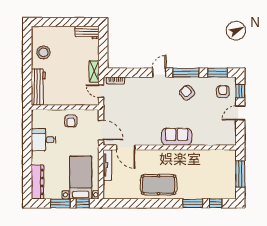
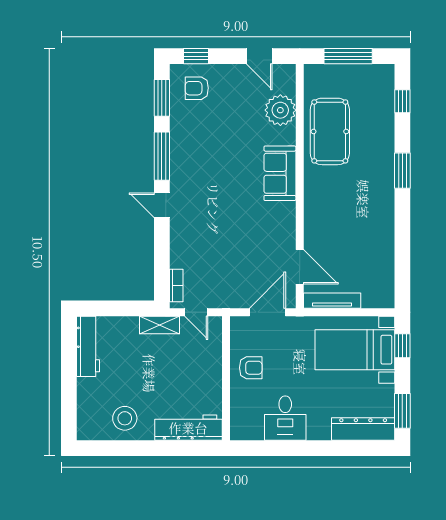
workbench: (87, 32) -> (88, 346), width x1.38
door: (101, 91) -> (196, 312), hinge flipped
armchair: (187, 93) -> (199, 154), removed
door: (240, 113) -> (259, 56), moved
plant: (211, 137) -> (280, 110), added
door: (126, 147) -> (300, 267), hinge flipped
pool table: (159, 185) -> (330, 131), moved
window: (60, 203) -> (402, 411), moved
window: (193, 203) -> (402, 171), moved

